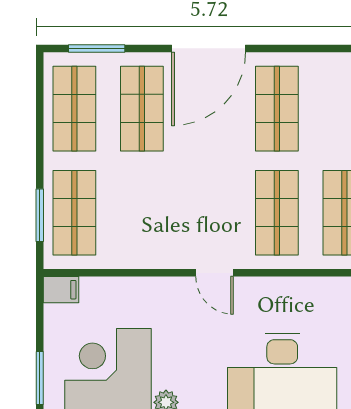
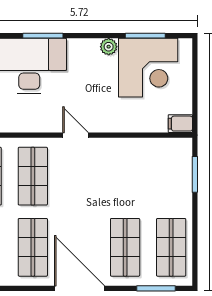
door: (209, 48) -> (79, 288), hinge flipped
shop shelf: (74, 213) -> (171, 176), removed
window: (40, 378) -> (195, 63), removed

